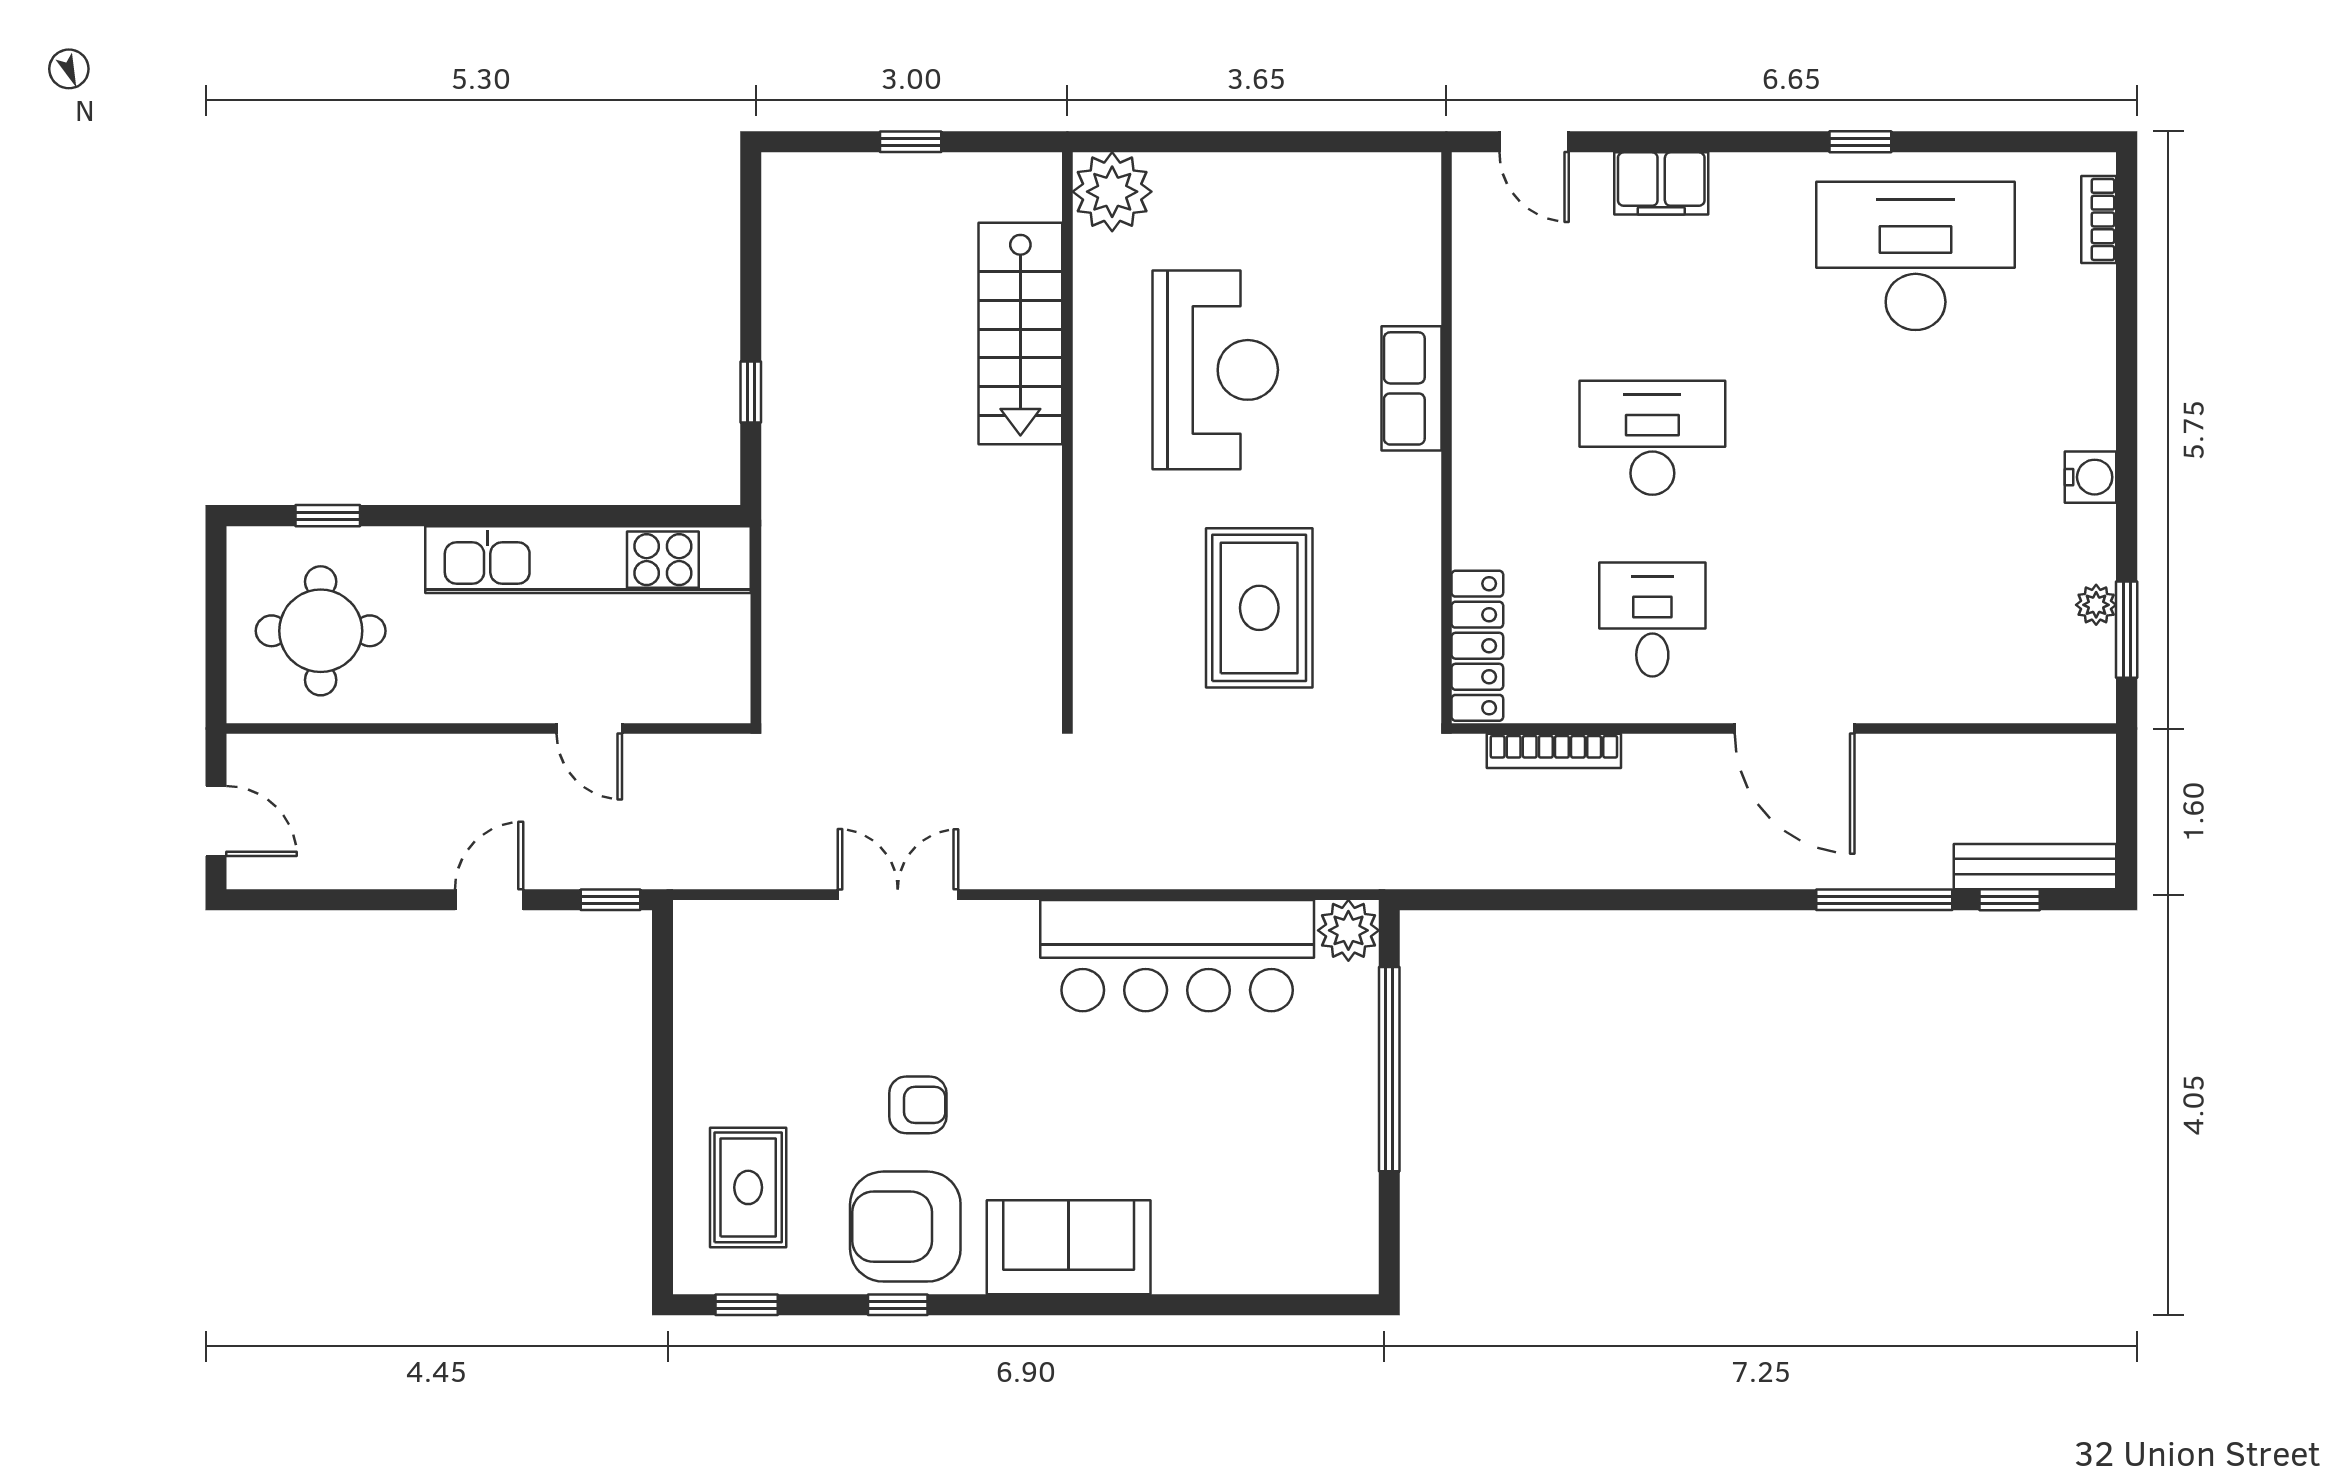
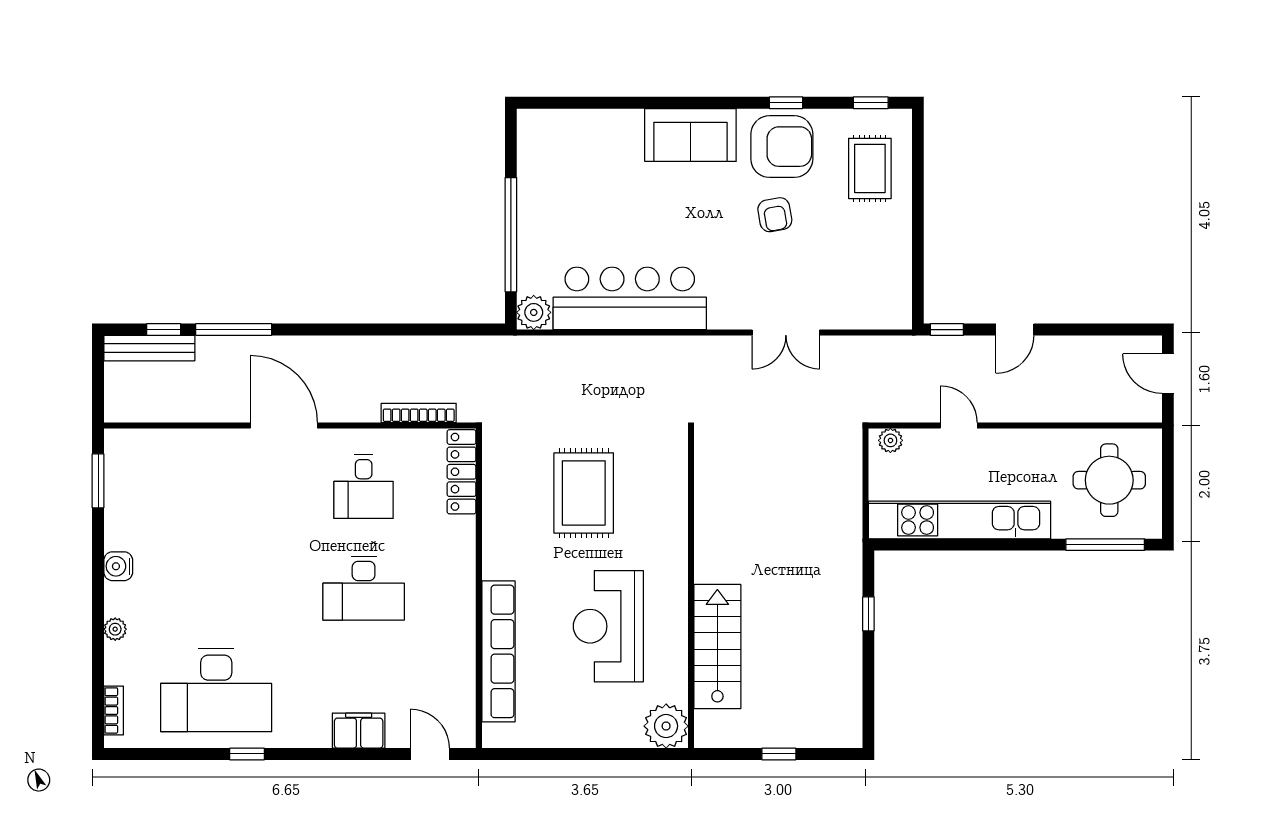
row of seats: (1411, 388) -> (498, 651), width x2.02
window: (328, 516) -> (1105, 545), width x2.17
plant: (2096, 605) -> (115, 629), moved
plant: (711, 702) -> (890, 440), added
armchair: (918, 1105) -> (775, 215), turned -100

